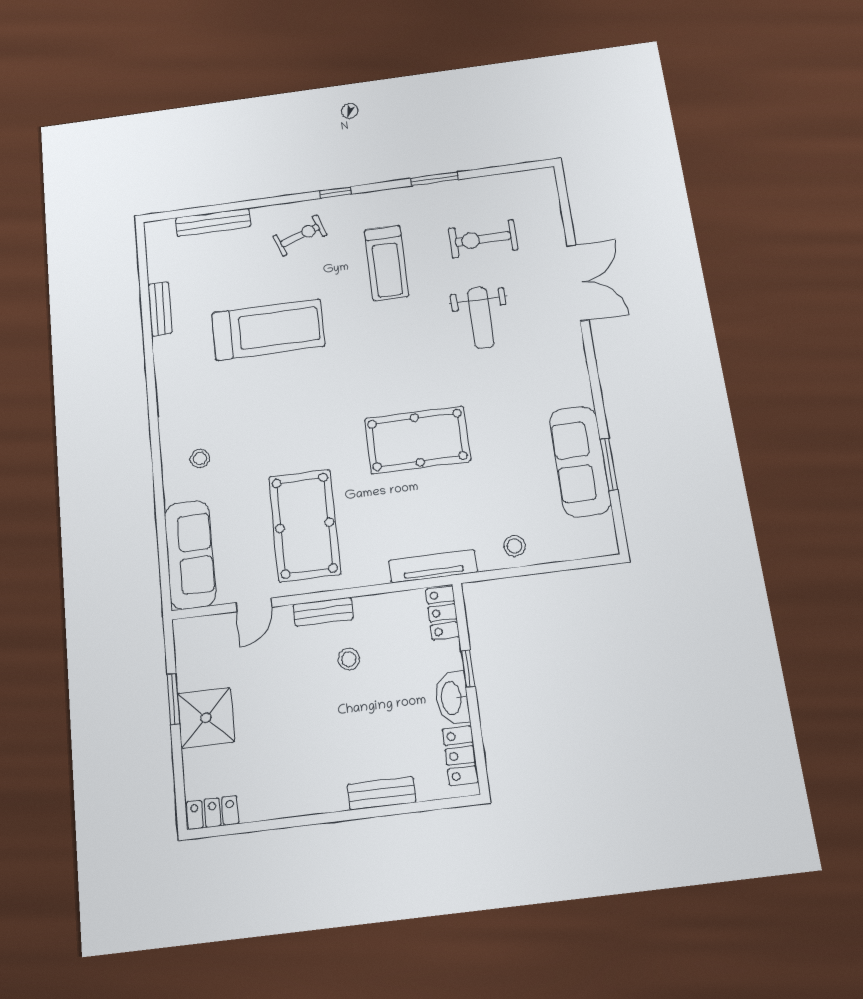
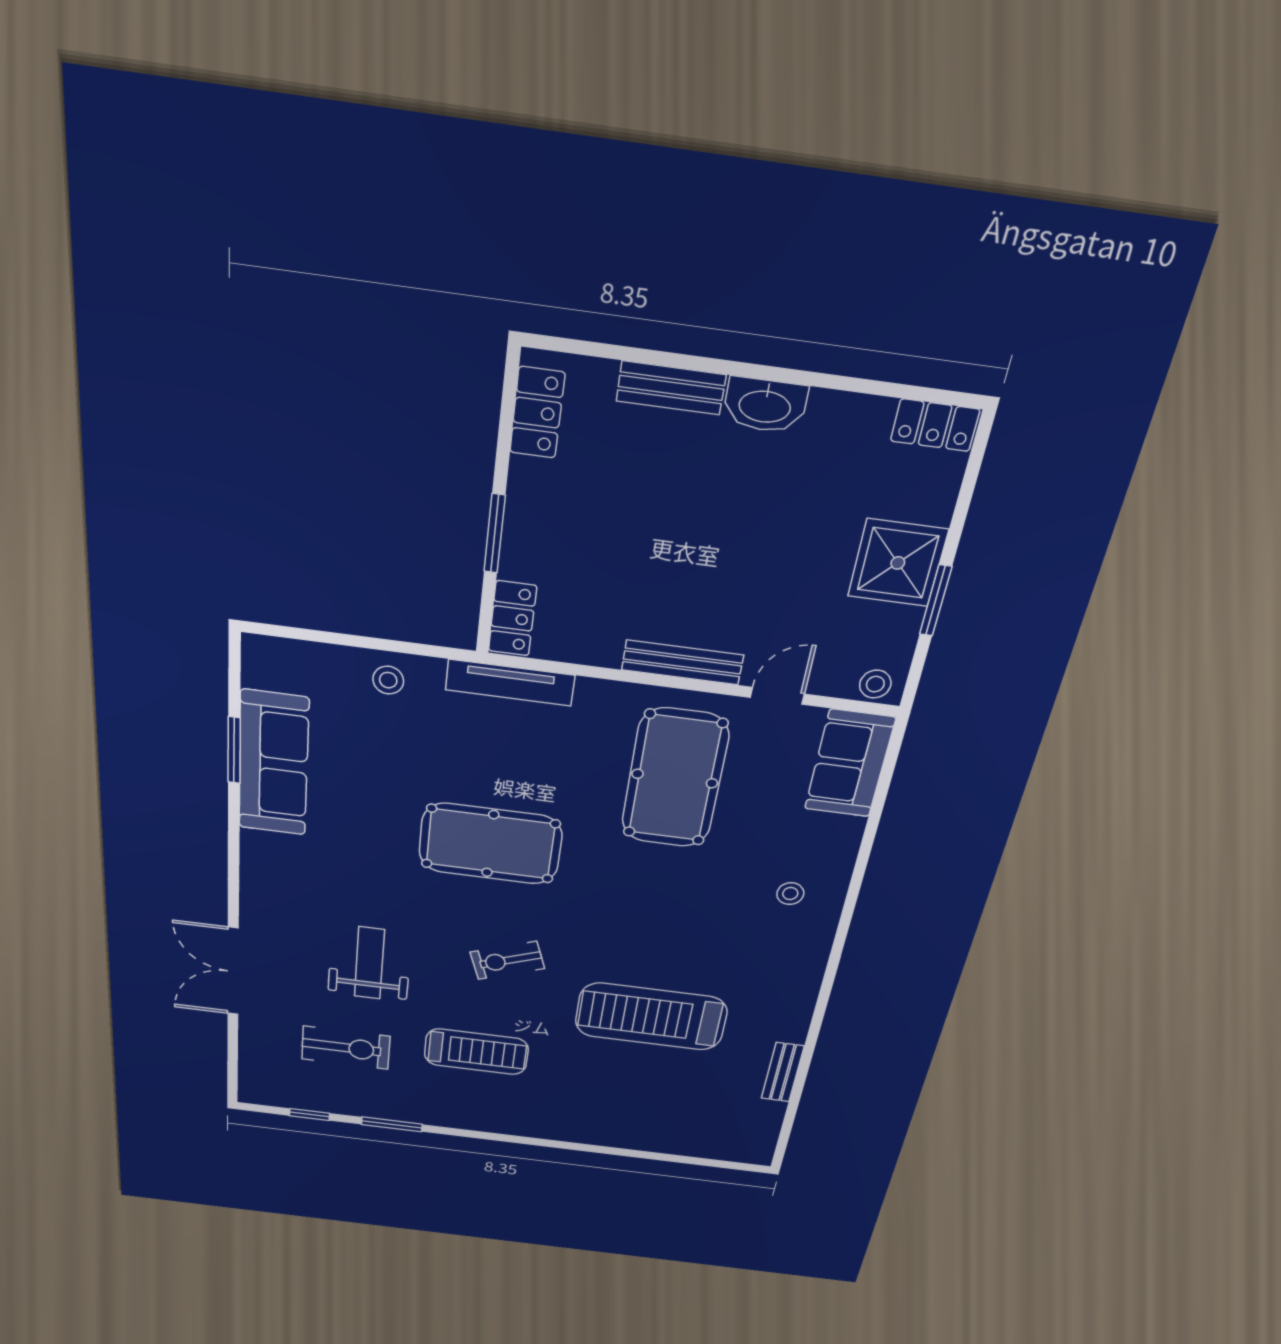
window: (335, 192) -> (310, 1114), moved
bench: (213, 222) -> (684, 1146), removed
exercise bike: (300, 235) -> (507, 960), moved
treadmill: (387, 263) -> (476, 1052), turned 90
sofa: (190, 555) -> (850, 764), width x0.73
bench: (323, 612) -> (683, 662), width x1.36
stool: (349, 659) -> (875, 684), moved
window: (468, 669) -> (495, 534), width x1.50
washbasin: (452, 698) -> (765, 405), moved, turned 90

